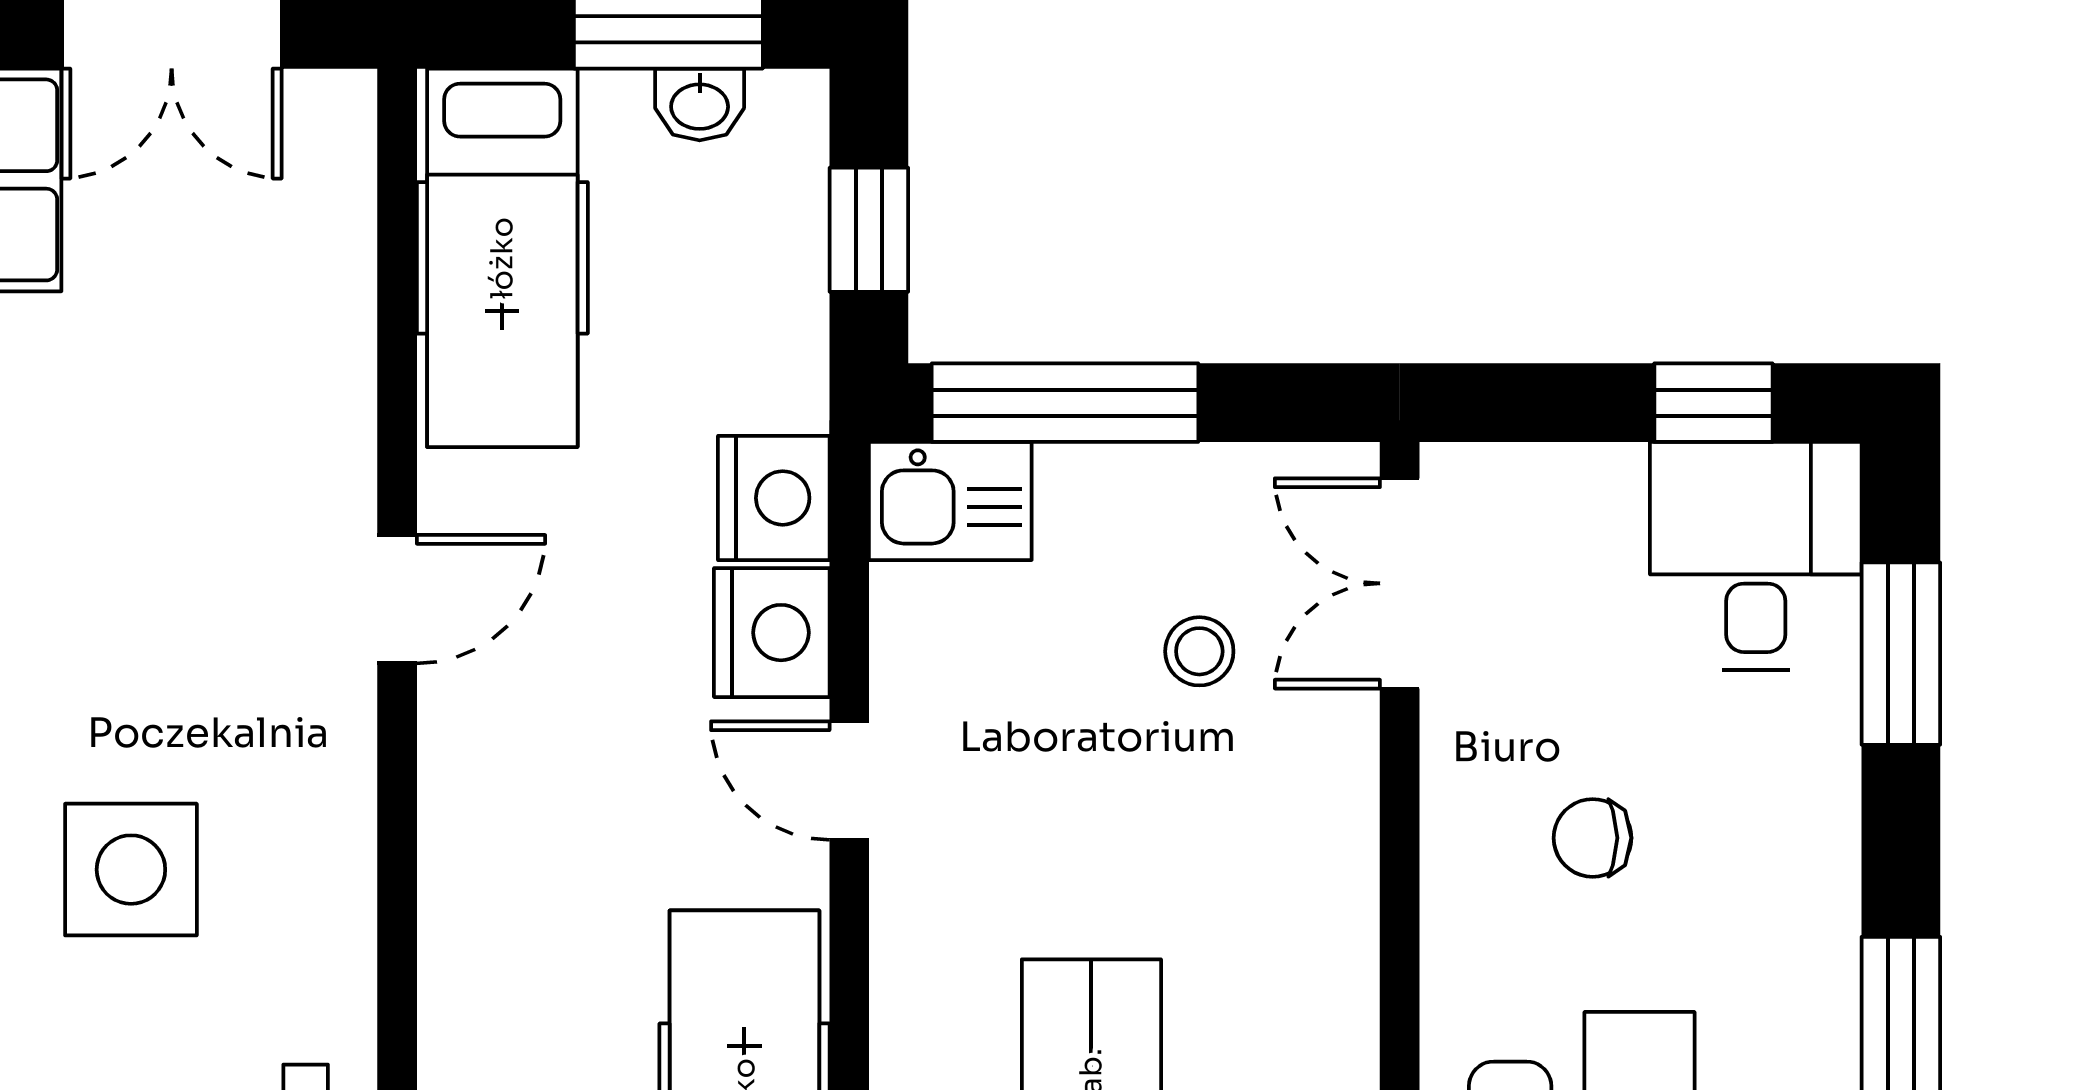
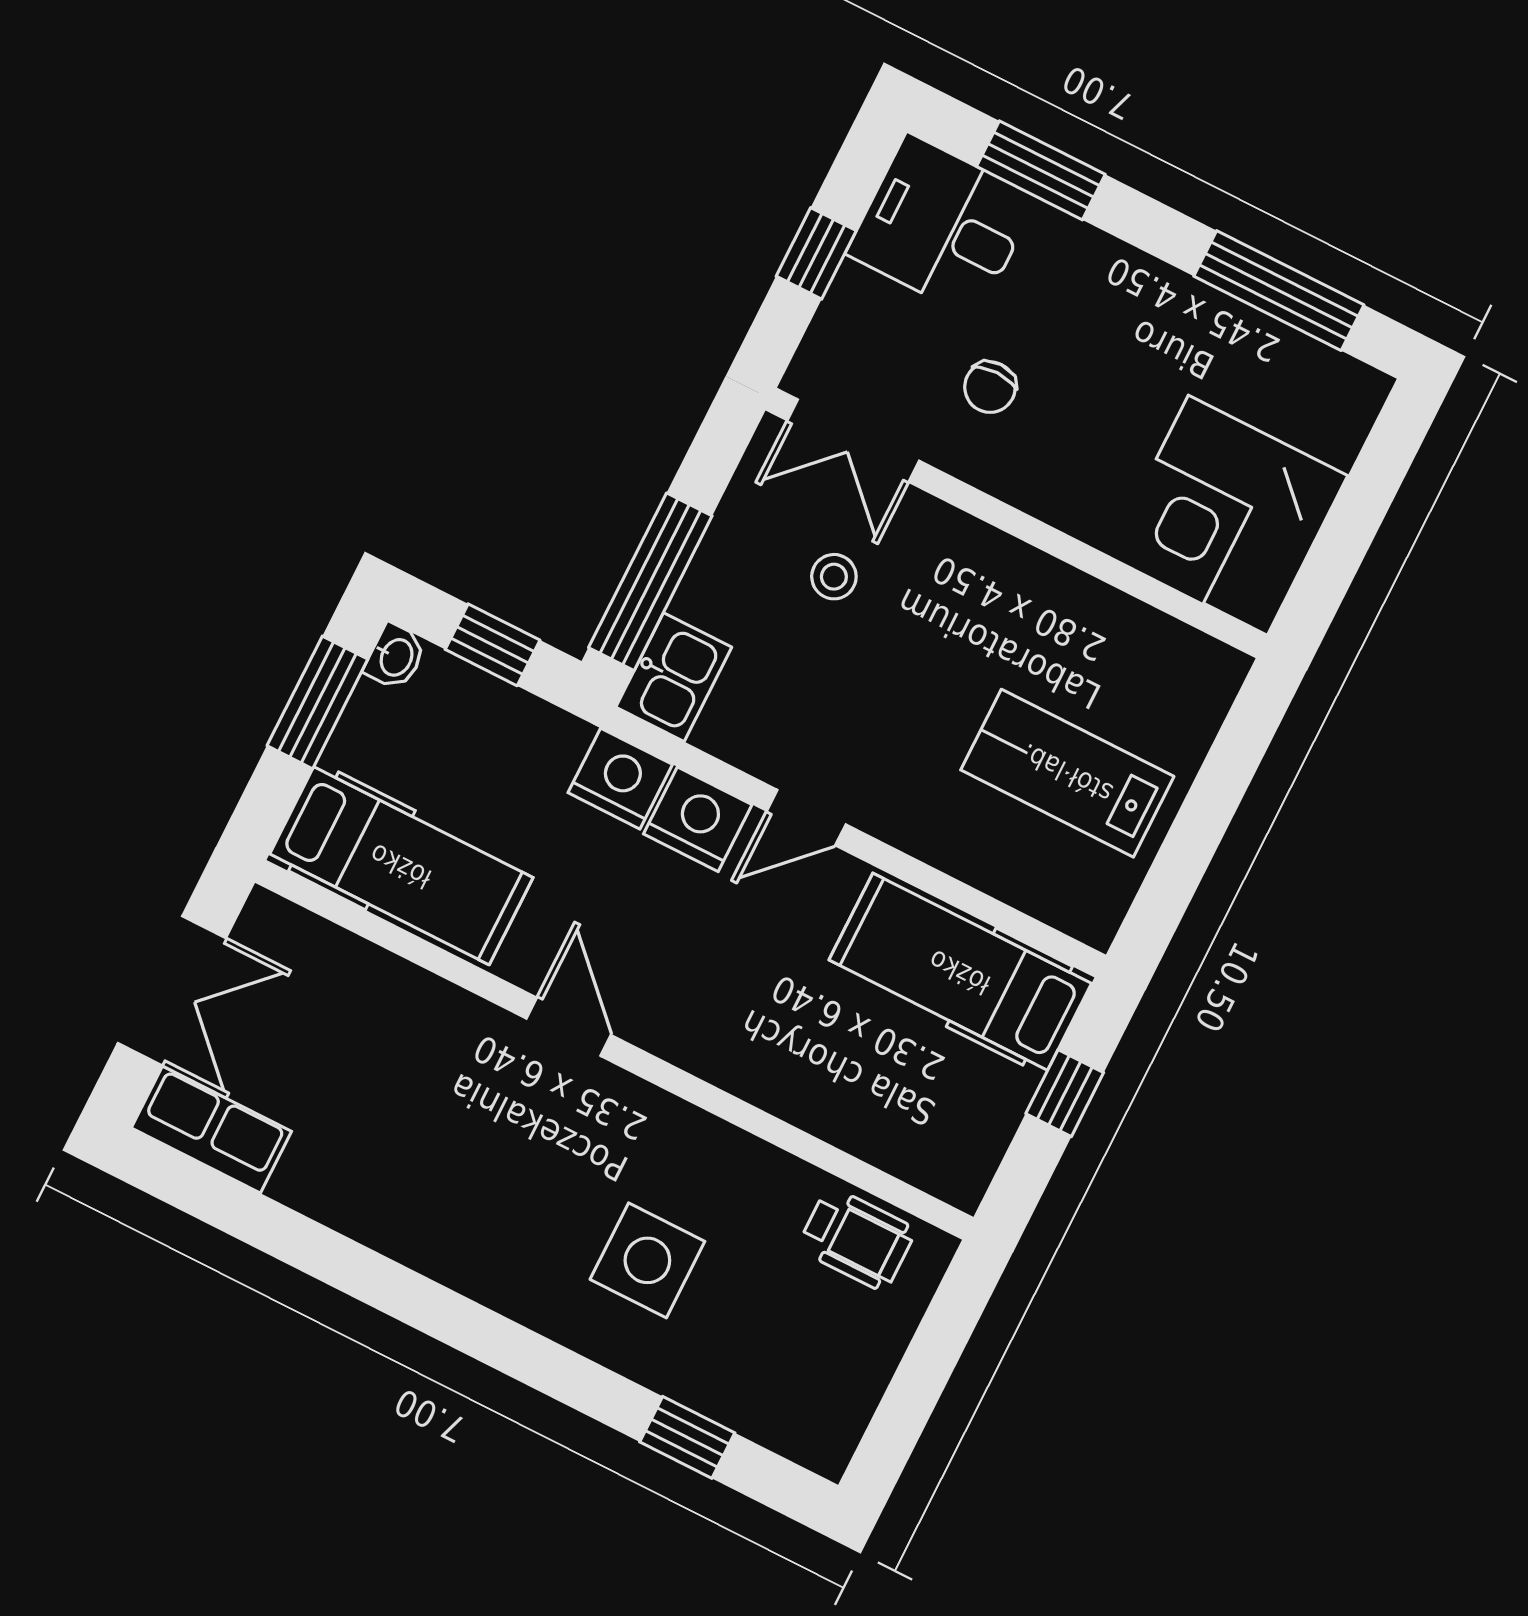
washbasin: (700, 104) -> (395, 657), moved
window: (1713, 403) -> (816, 253), moved
chair: (1593, 838) -> (990, 387), moved

